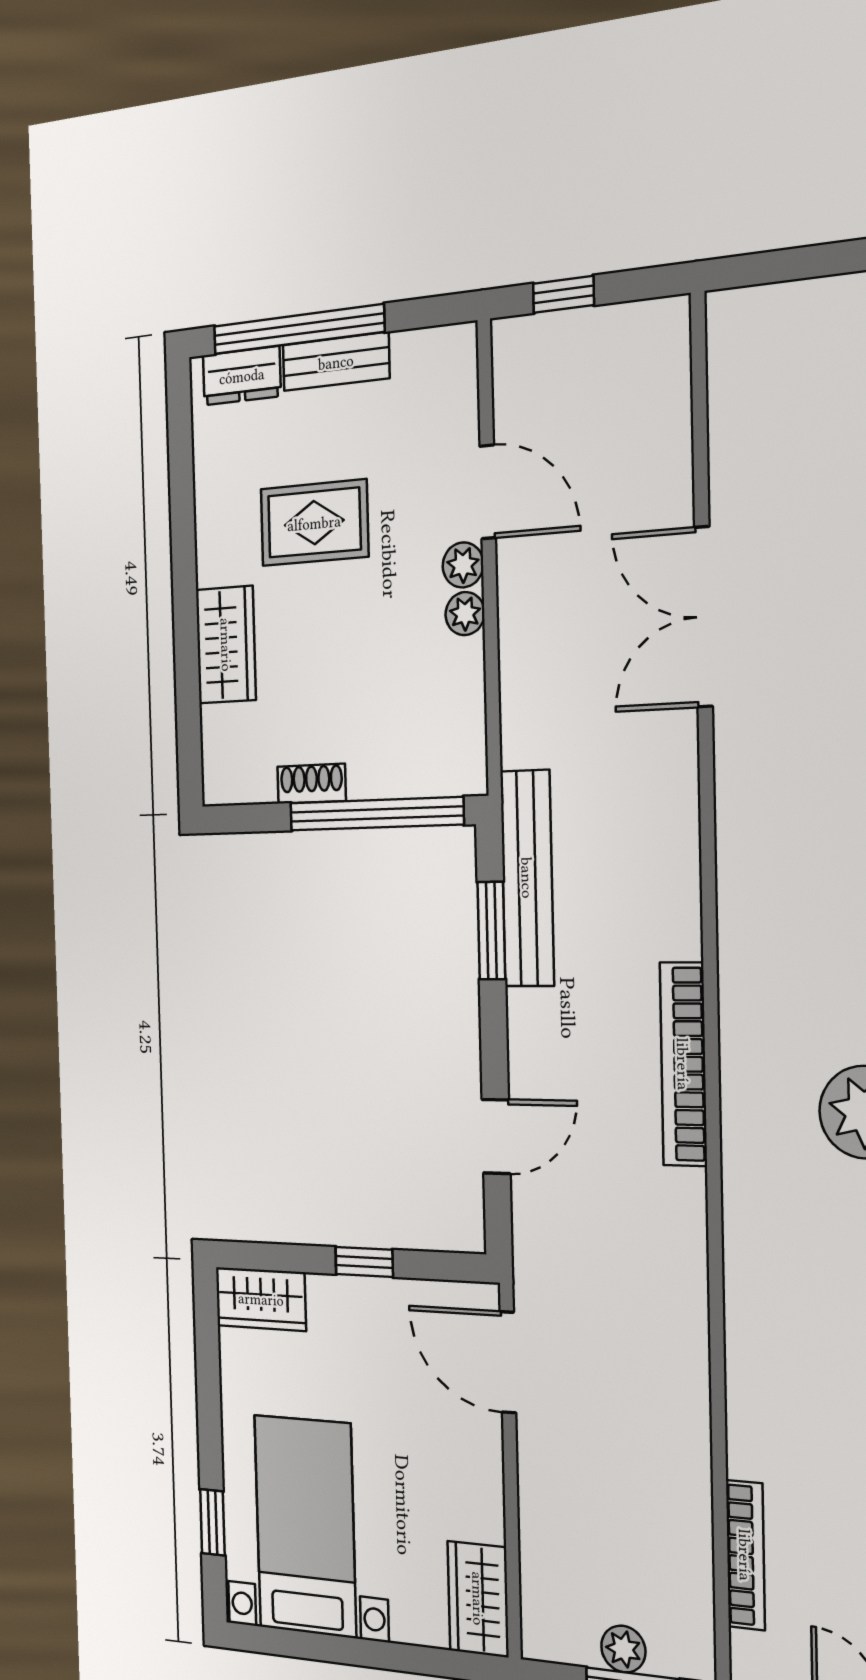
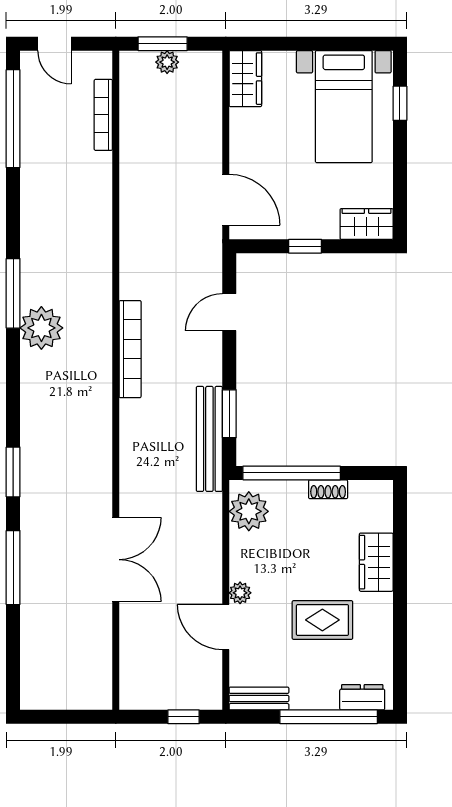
bench: (336, 362) -> (259, 698), moved
plant: (465, 614) -> (249, 511), moved, width x1.88, depth x1.88

